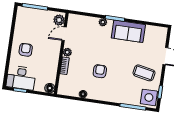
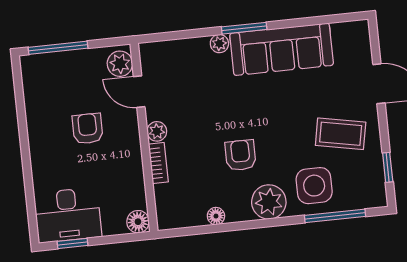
sofa: (128, 31) -> (282, 49), width x1.36
door: (64, 34) -> (139, 92), hinge flipped
armchair: (26, 50) -> (88, 129), moved
plant: (107, 94) -> (269, 202), added
side table: (149, 97) -> (314, 186), moved

